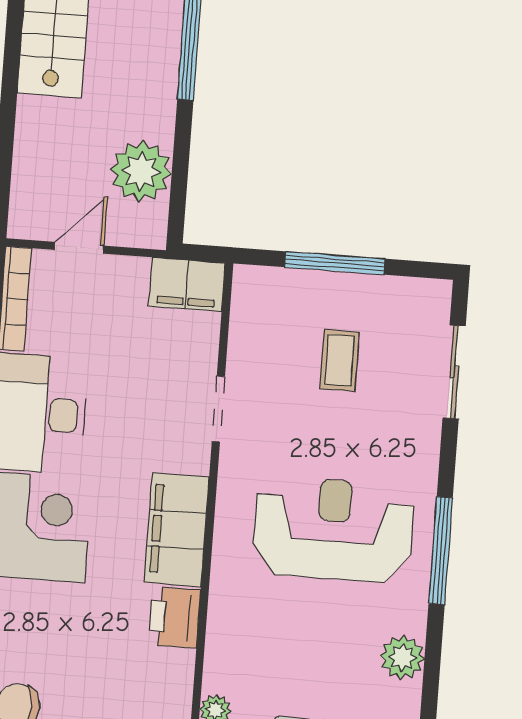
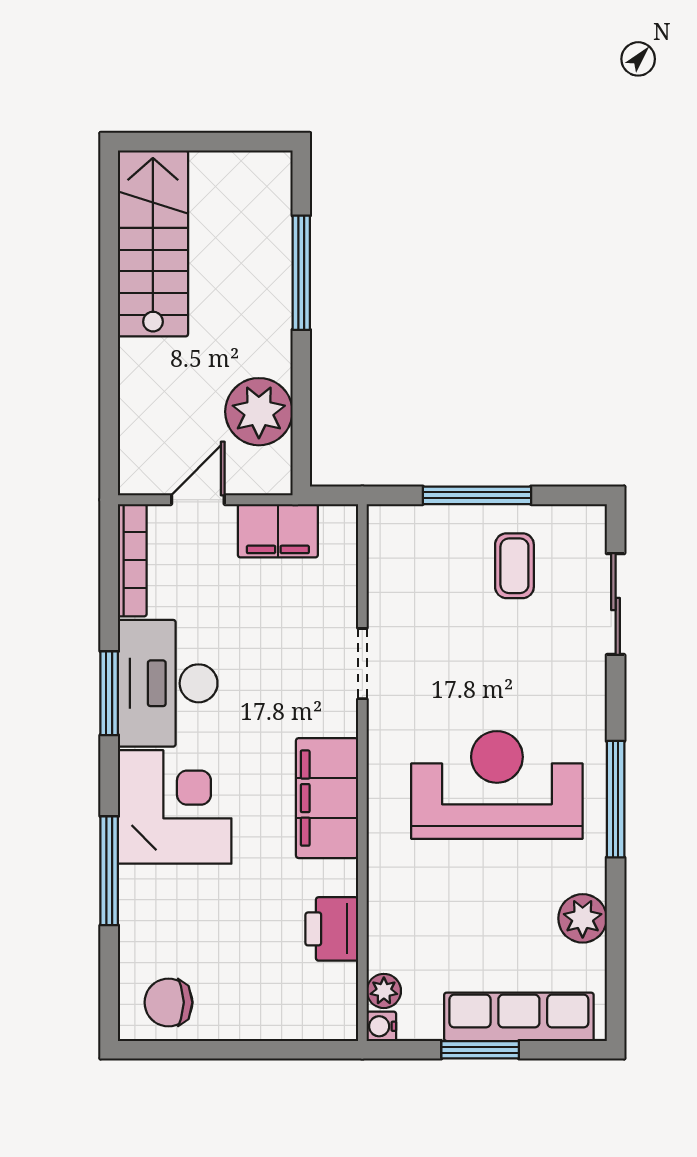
filing cabinet: (187, 284) -> (278, 531), moved
coffee table: (340, 360) -> (514, 566), moved
printer: (174, 617) -> (332, 929), moved

